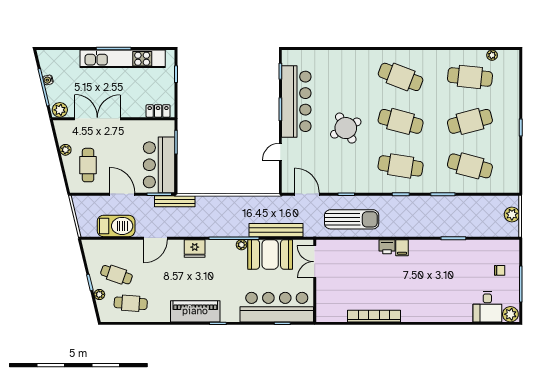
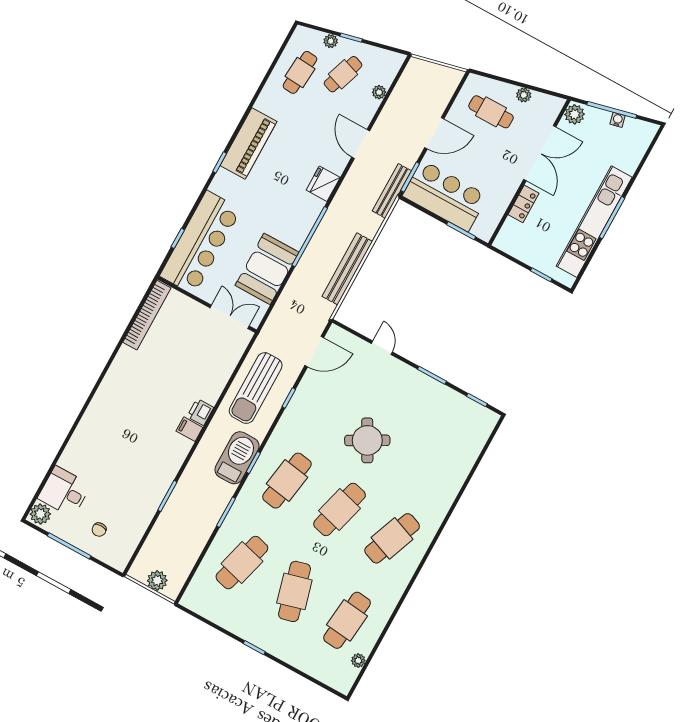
bar counter: (296, 101) -> (431, 399), removed
locker: (158, 111) -> (524, 204), moved
barbecue: (116, 226) -> (237, 458), moved, turned 180
bench: (276, 230) -> (347, 269), moved
plant: (242, 245) -> (379, 92), moved
bookcase: (374, 316) -> (147, 315), moved

